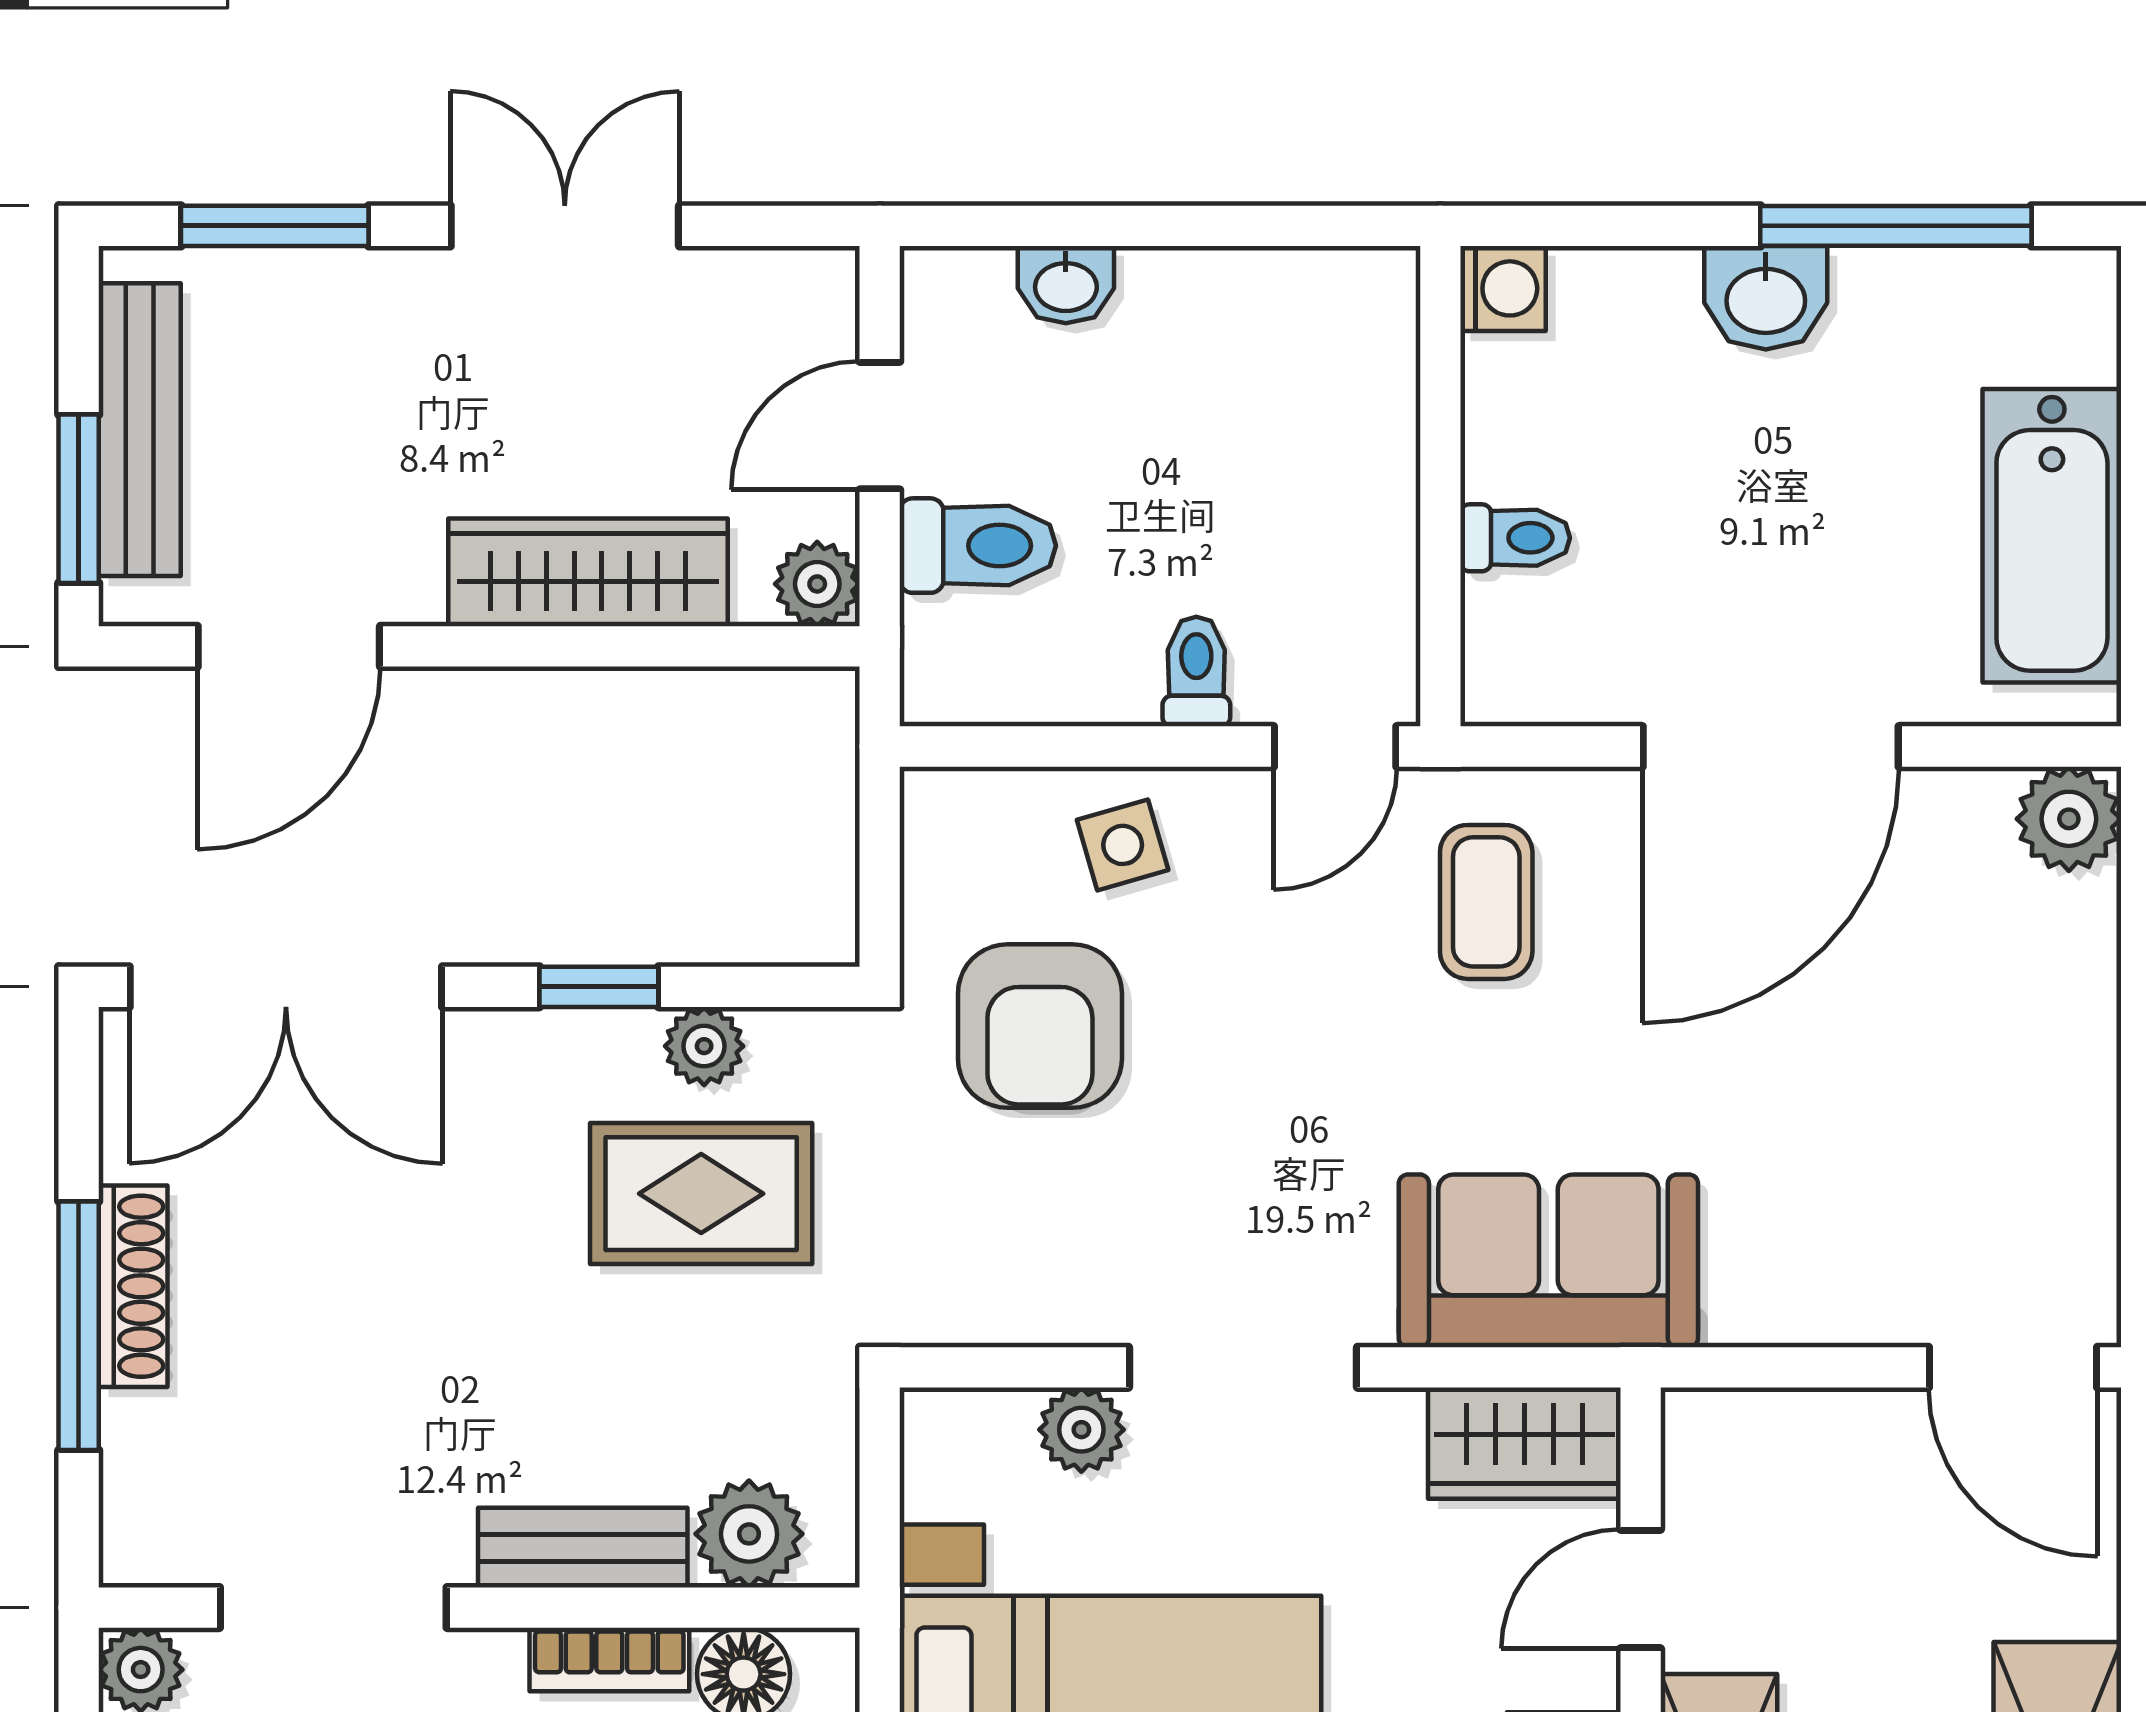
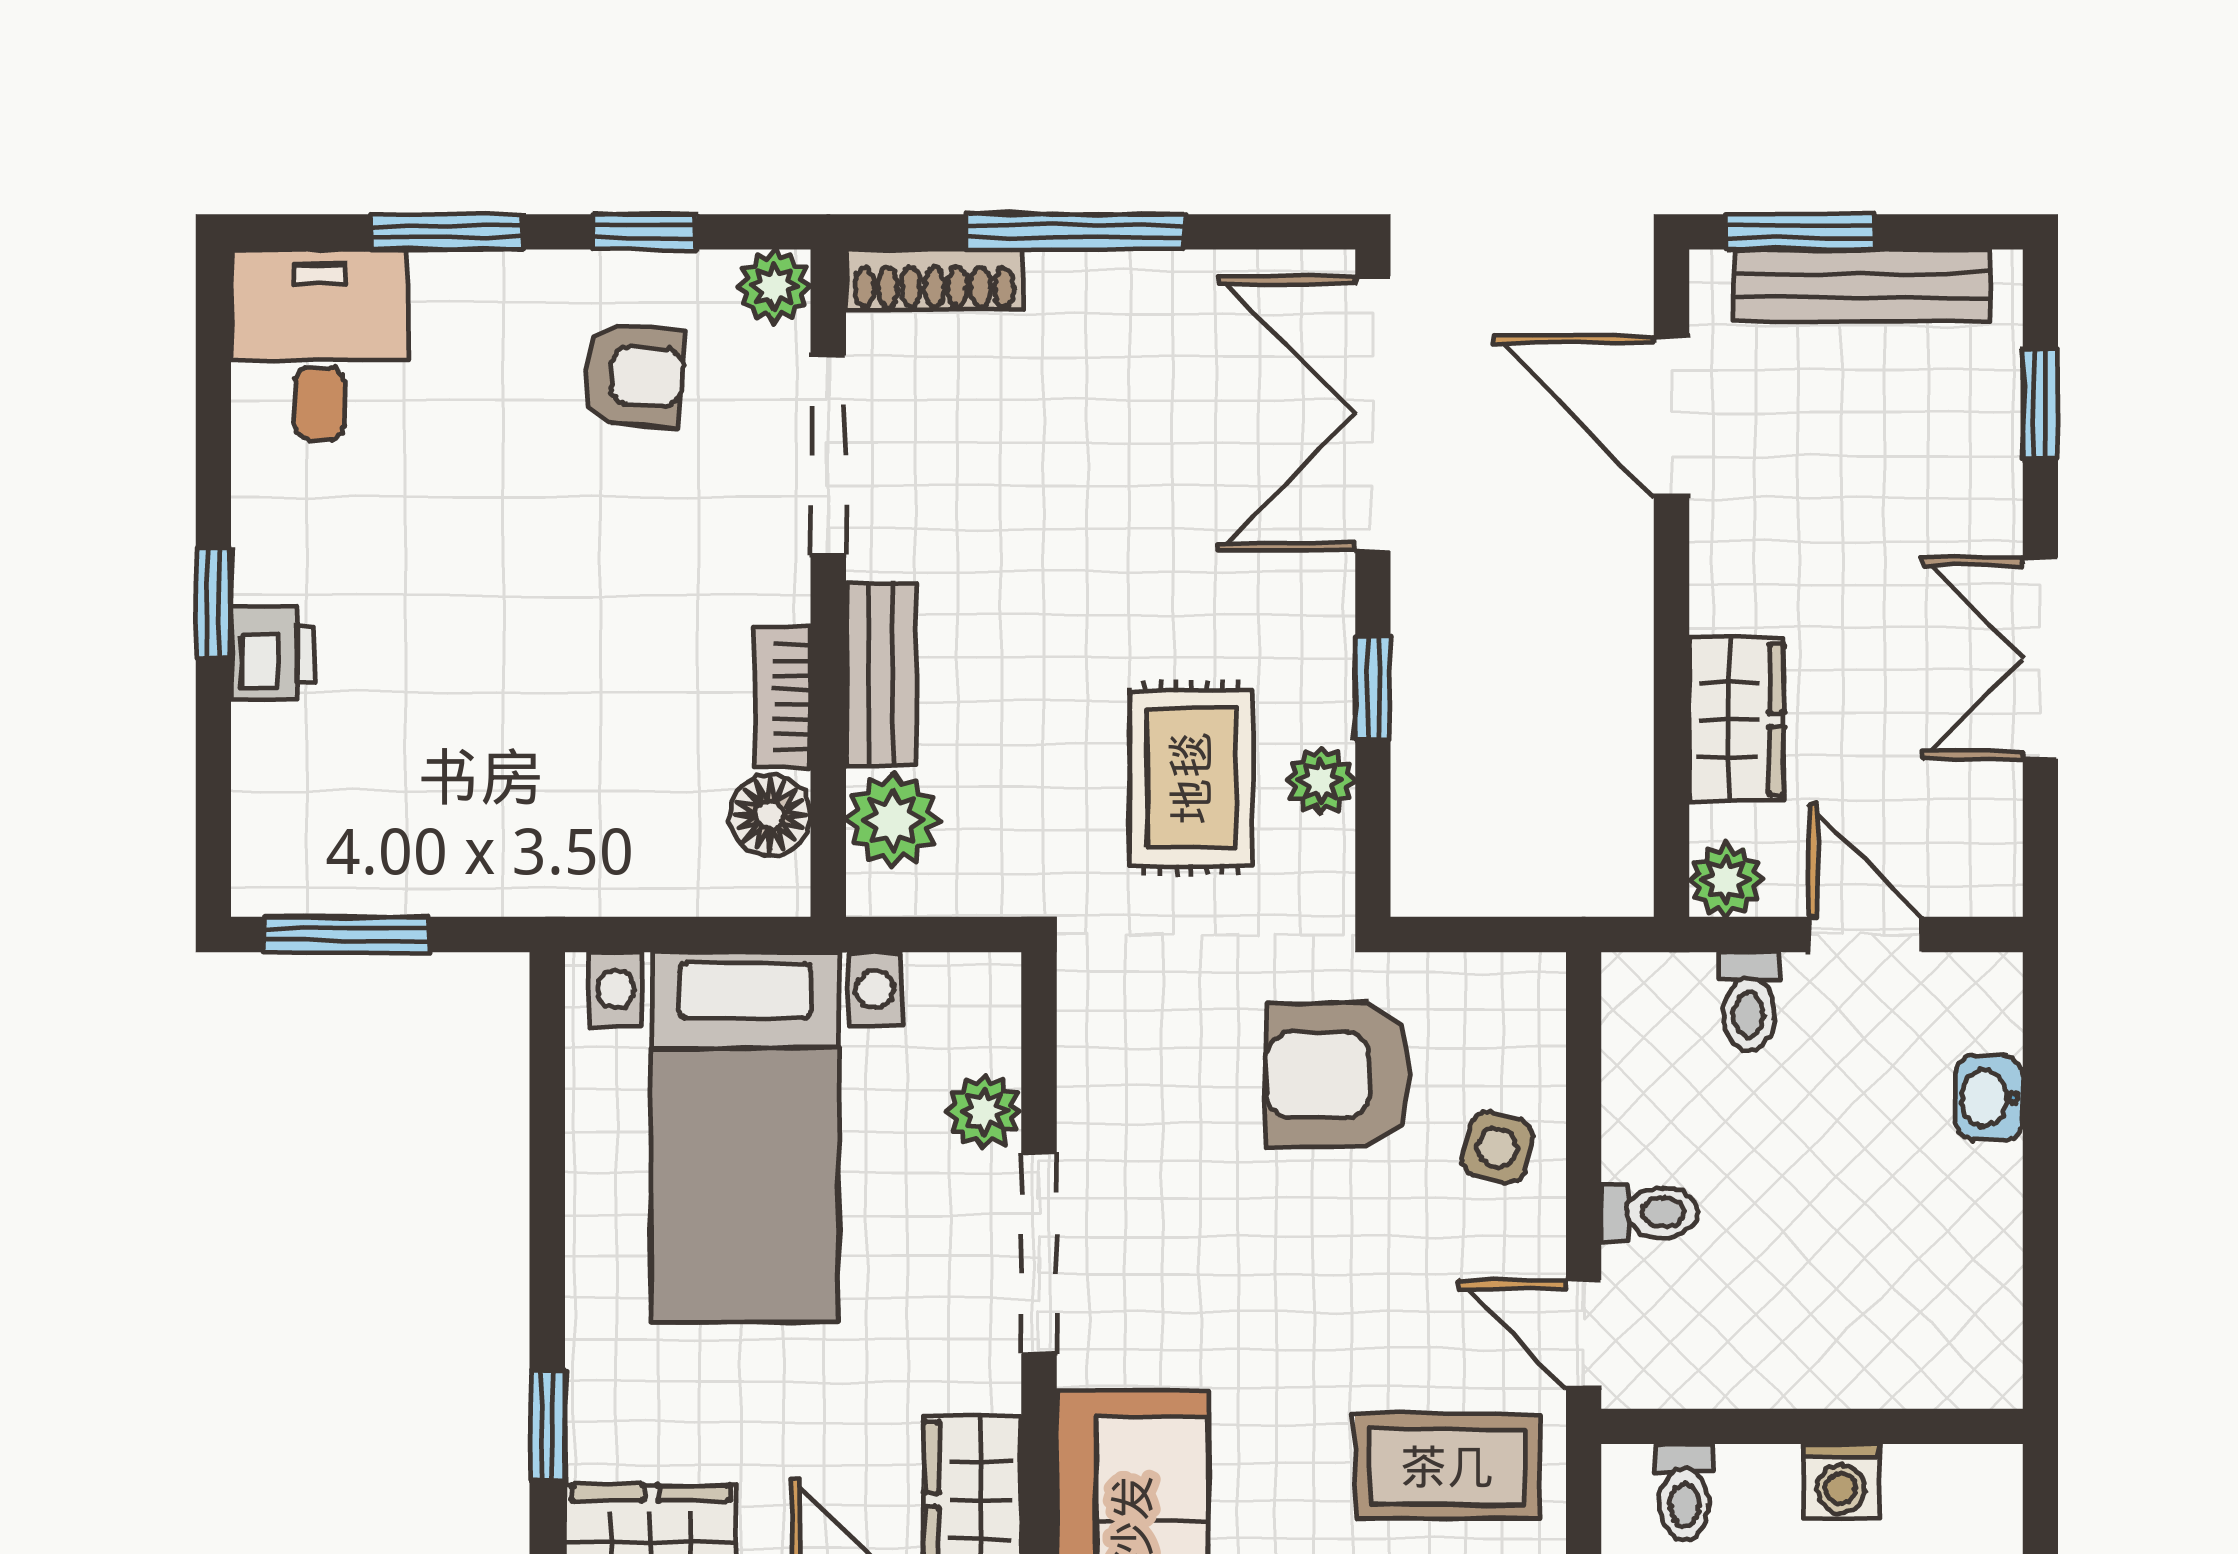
window: (275, 226) -> (2040, 404), width x0.67
double door: (565, 226) -> (2040, 658), swing flipped
washing machine: (1503, 288) -> (1841, 1481), moved
toilet: (1515, 538) -> (1684, 1492), moved
toilet: (978, 546) -> (1749, 1001), width x0.73, depth x0.72
wardrobe: (588, 572) -> (1736, 719), width x0.67
side table: (1123, 845) -> (1497, 1148), turned 31
coffee table: (1486, 902) -> (1447, 1467), width x1.36, depth x1.30
shoe rack: (133, 1286) -> (934, 280), moved

